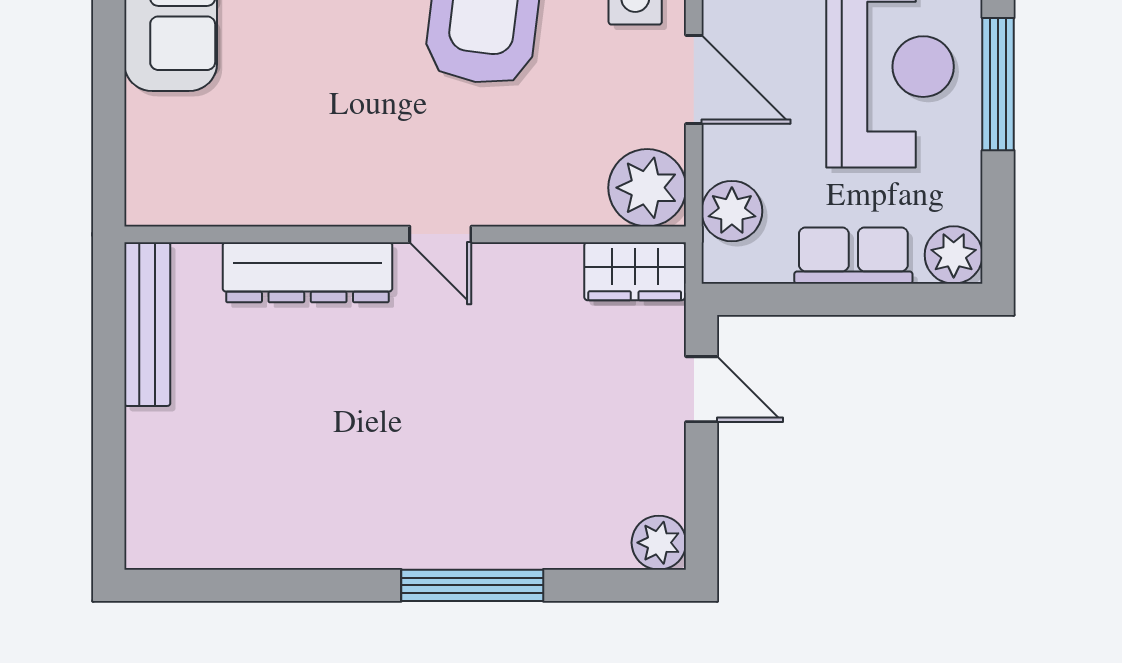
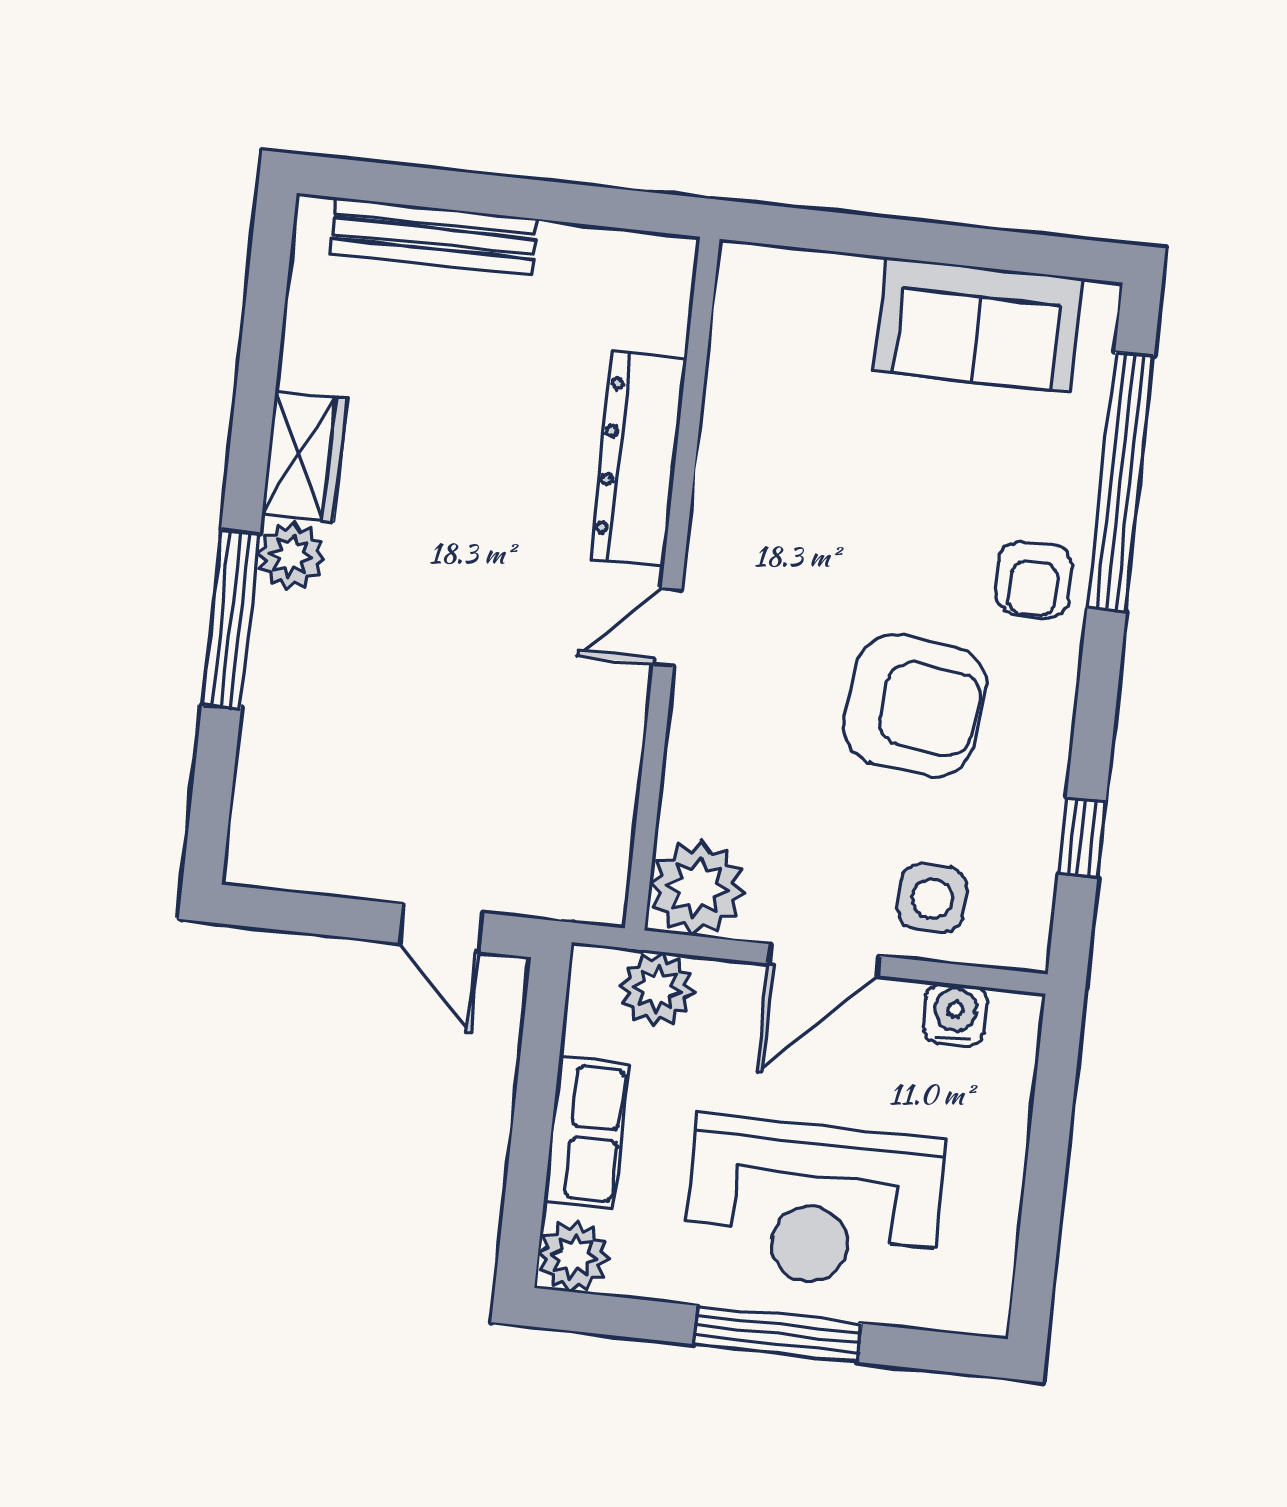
wardrobe: (635, 271) -> (304, 456), moved, turned 180
bench: (147, 324) -> (433, 236), moved
door: (702, 389) -> (442, 928), hinge flipped
plant: (659, 543) -> (291, 556), moved

